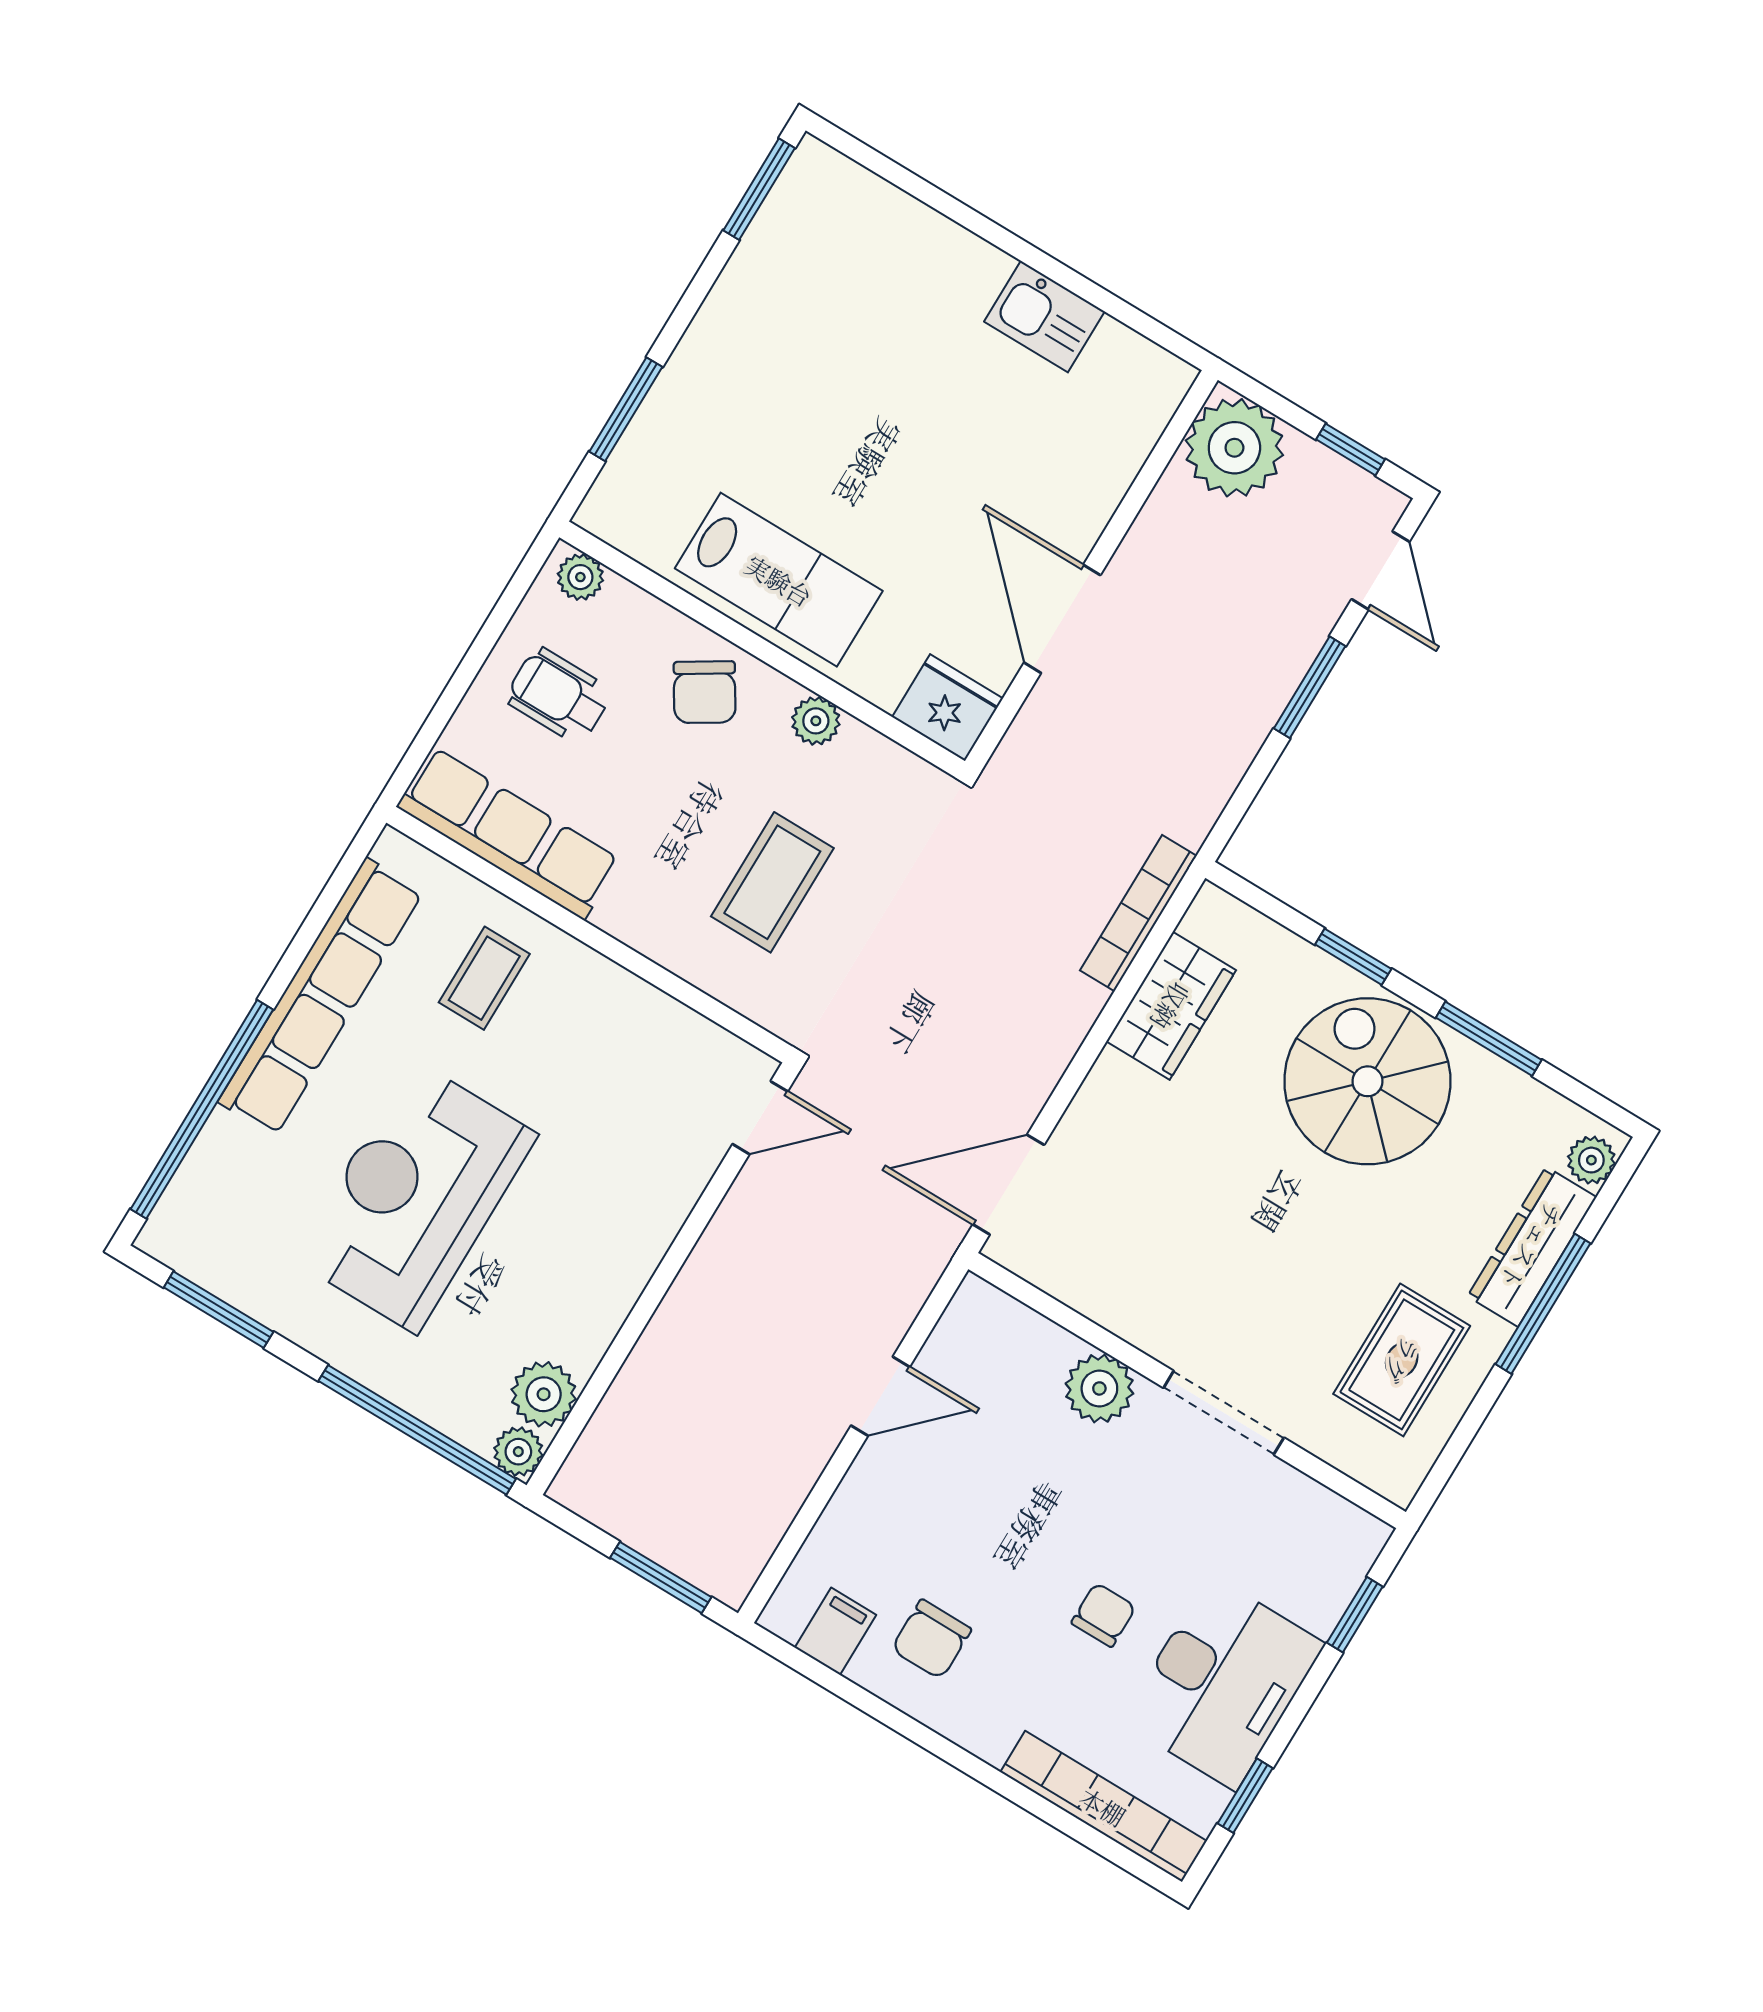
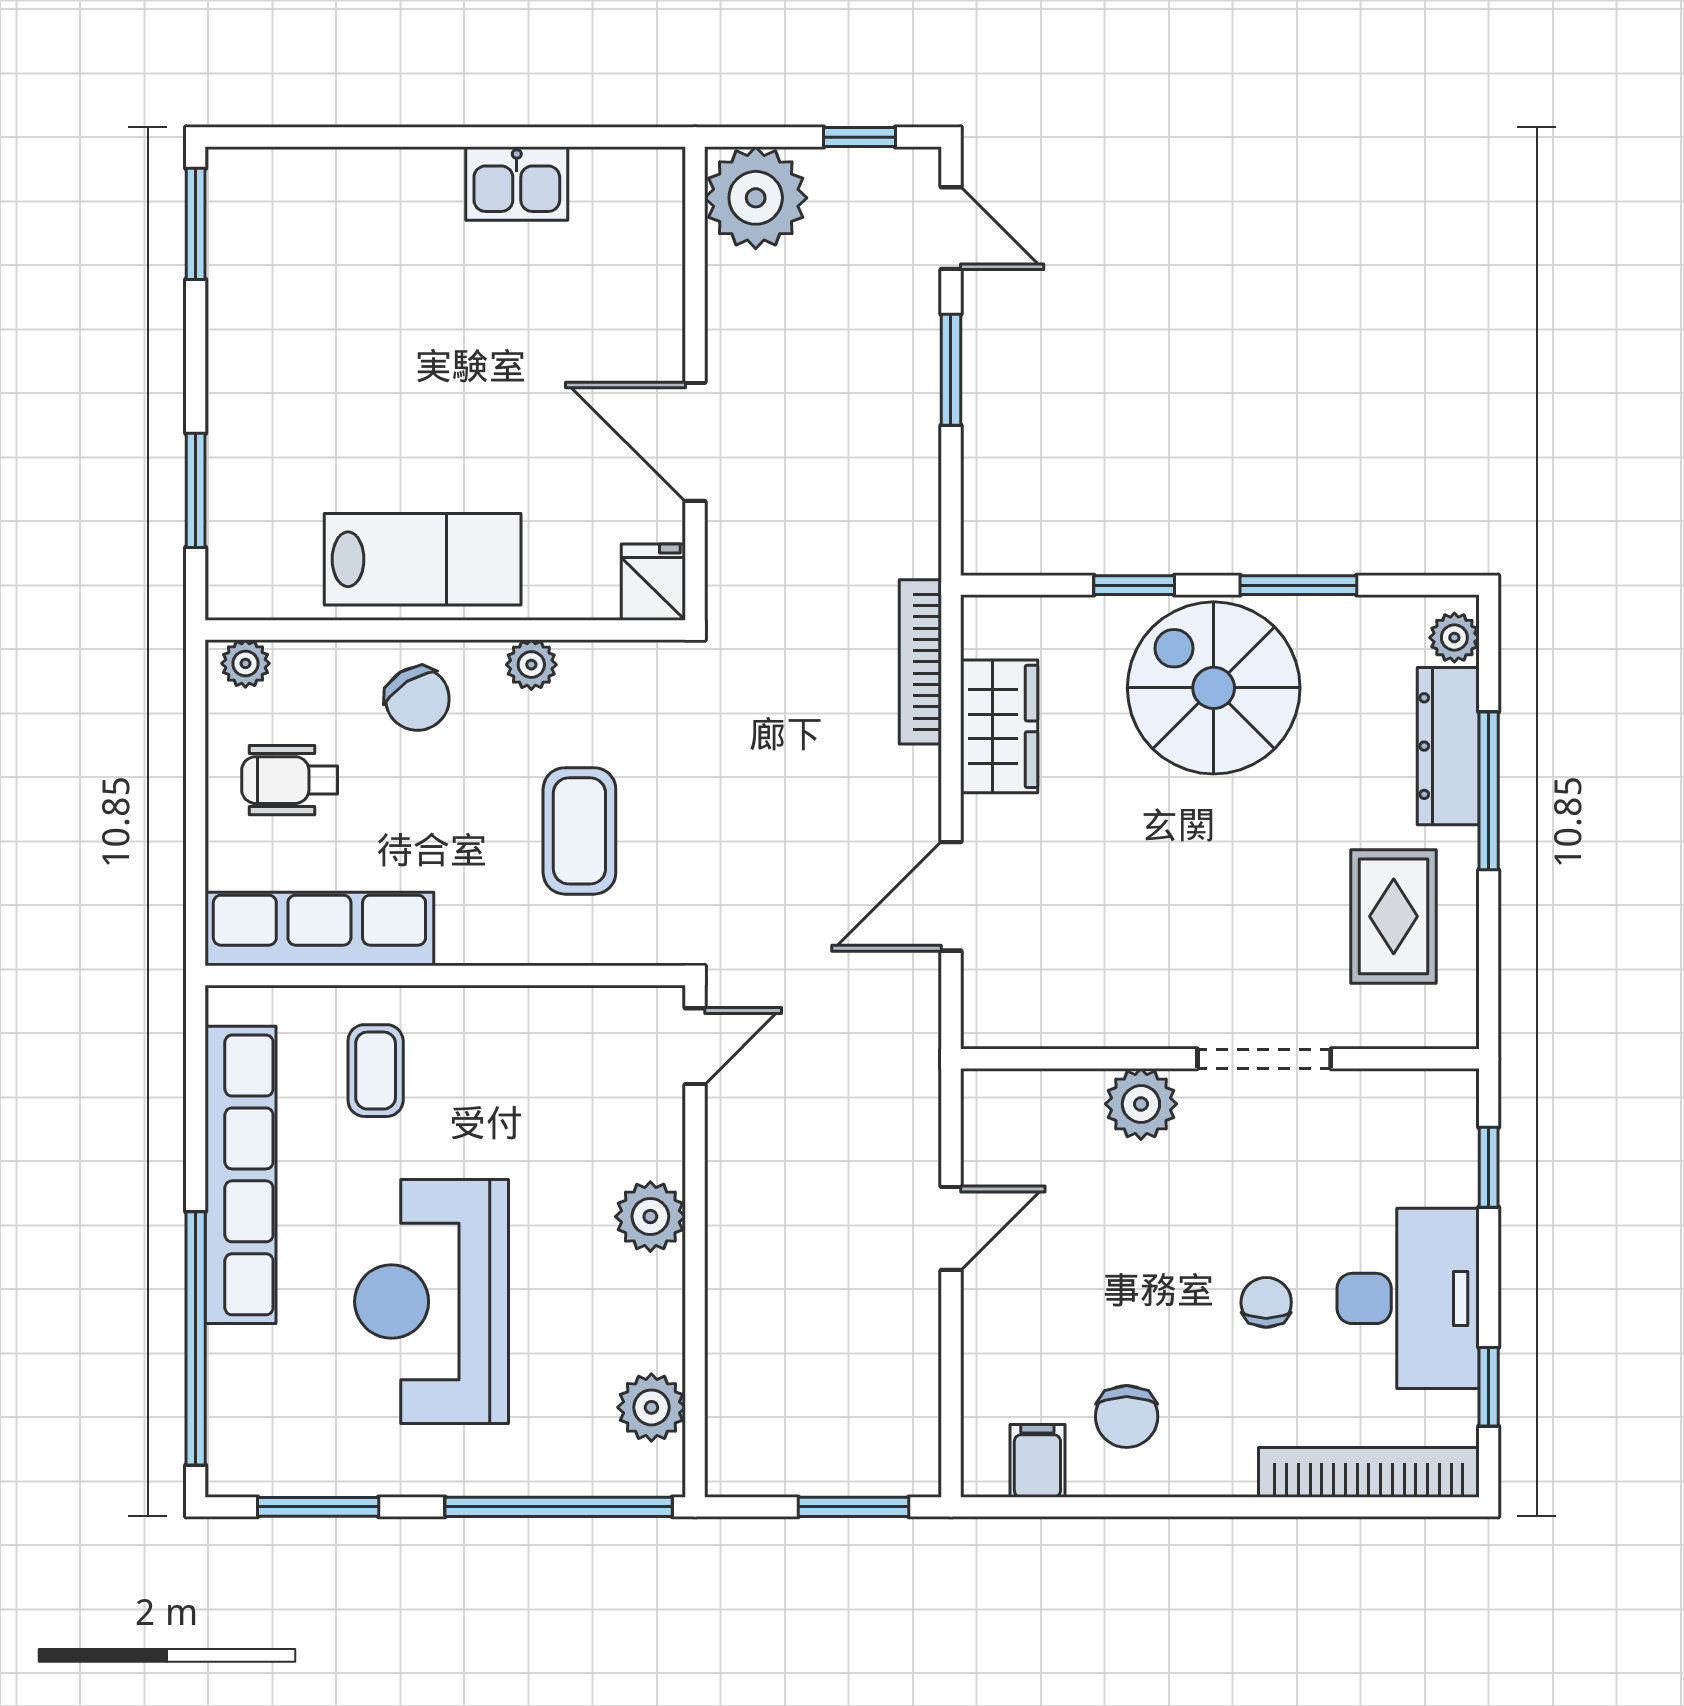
fridge: (948, 708) -> (653, 582), width x0.72
door: (1008, 1185) -> (951, 896), moved
plant: (518, 1452) -> (650, 1217), moved, width x1.38, depth x1.38

